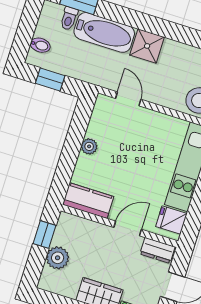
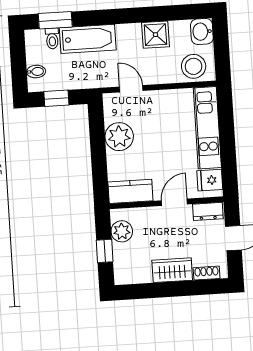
shower: (147, 46) -> (155, 35), moved
plant: (89, 146) -> (119, 137), width x1.88, depth x1.88
window: (44, 235) -> (105, 251), moved
plant: (58, 258) -> (122, 231), moved

